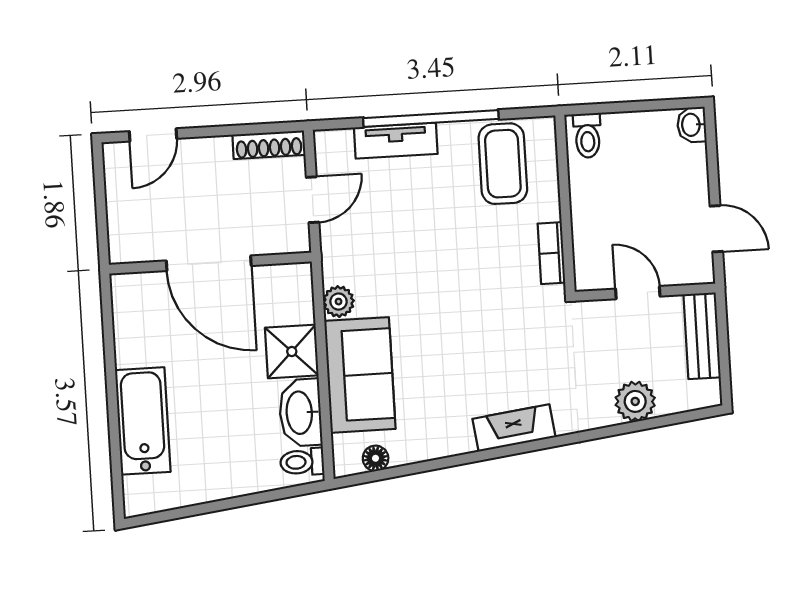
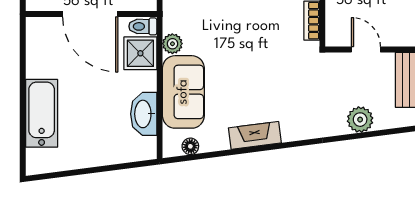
shower: (292, 352) -> (140, 53), moved
fireplace: (514, 428) -> (255, 135), moved
toilet: (302, 462) -> (143, 26), moved

